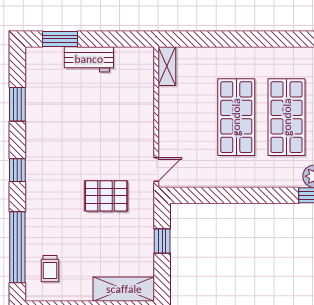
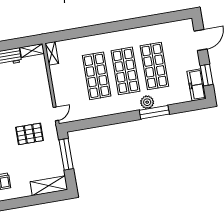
shelving: (135, 56) -> (32, 50), added
window: (162, 241) -> (66, 154), width x2.17

